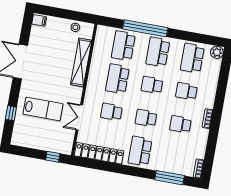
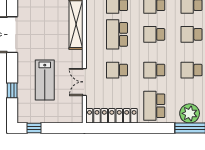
lab bench: (43, 109) -> (45, 80), turned 90
window: (53, 157) -> (34, 128), moved
plant: (171, 164) -> (190, 113), added

